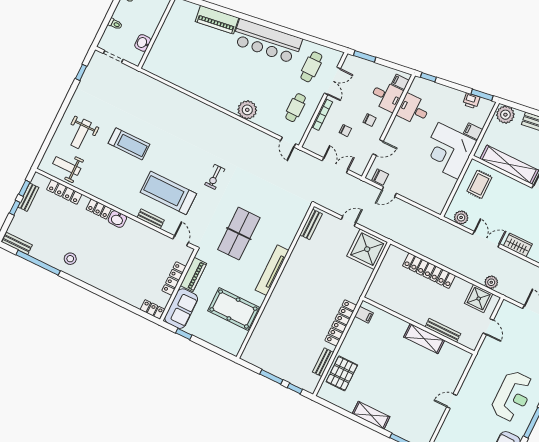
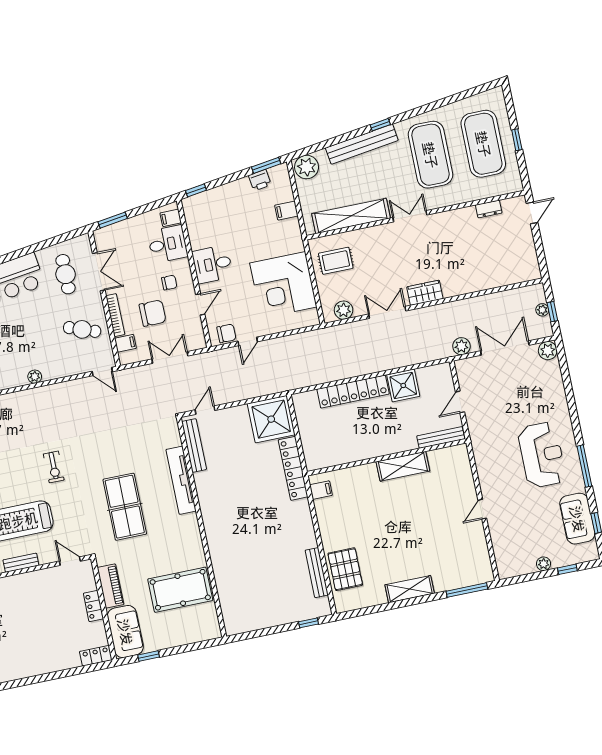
cafe table: (296, 108) -> (82, 329), turned -70
plant: (247, 110) -> (35, 377), width x0.53, depth x0.53
desk: (413, 110) -> (212, 264), moved
chair: (345, 131) -> (153, 313), width x1.87, depth x1.87
filing cabinet: (315, 136) -> (125, 343), added
corner desk: (448, 151) -> (283, 285), moved
rug: (479, 184) -> (336, 261), turned 90
door: (348, 221) -> (205, 410), moved
bench: (311, 224) -> (194, 445), width x1.36
tv unit: (272, 270) -> (181, 480), moved
locker: (174, 279) -> (94, 606), width x0.66
plant: (491, 282) -> (461, 346), moved
shower: (479, 299) -> (403, 385), moved
locker: (341, 323) -> (293, 468), moved
door: (488, 327) -> (460, 402), swing flipped
bench: (443, 330) -> (441, 437), moved
bench: (323, 362) -> (317, 573), width x1.36
window: (271, 377) -> (275, 630), removed

